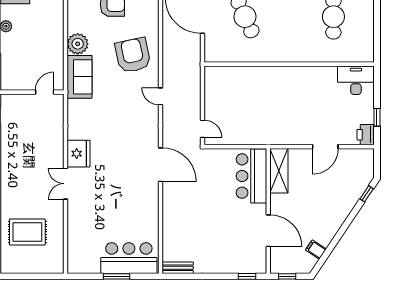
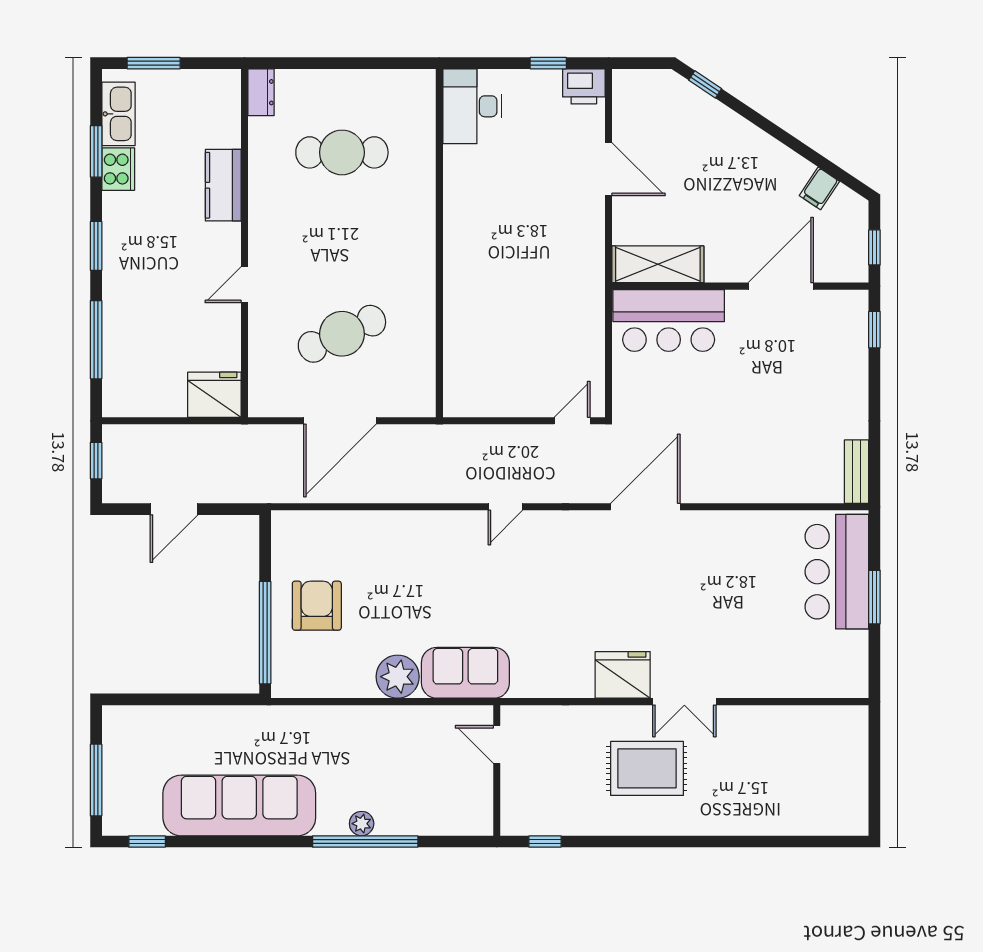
armchair: (133, 55) -> (421, 563), removed
rug: (27, 232) -> (647, 768), moved, turned 90

